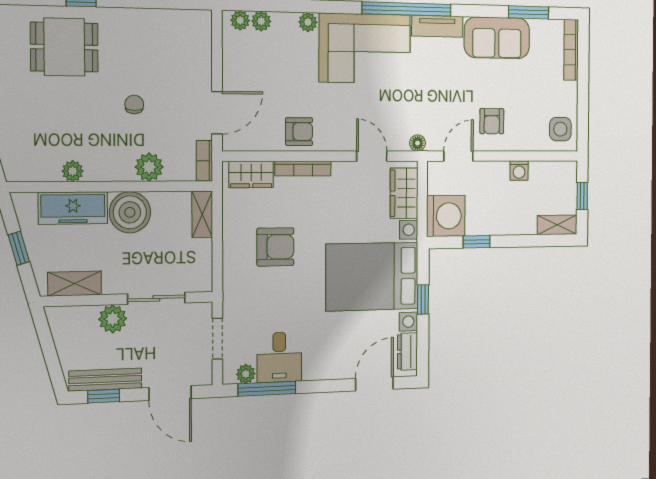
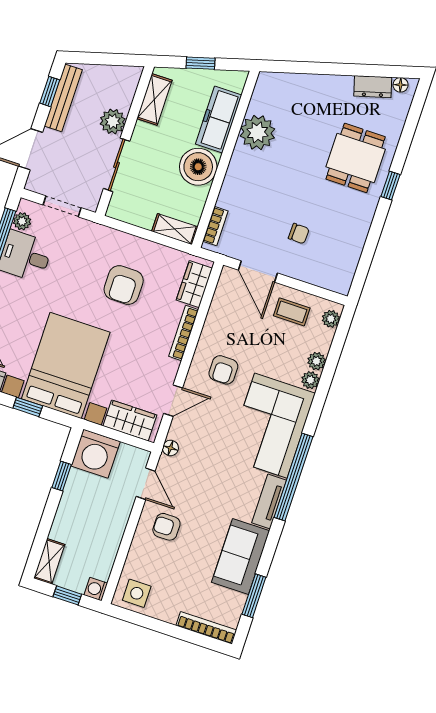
plant: (261, 21) -> (316, 361), moved
coffee table: (246, 64) -> (292, 312), added
chair: (134, 104) -> (299, 234), moved
armchair: (299, 132) -> (223, 370), moved
bookcase: (204, 161) -> (215, 226), moved, turned 90
plant: (149, 167) -> (231, 196), removed
plant: (73, 171) -> (257, 132), width x1.88, depth x1.88
washing machine: (519, 171) -> (96, 589), moved

